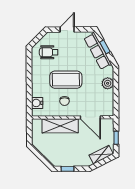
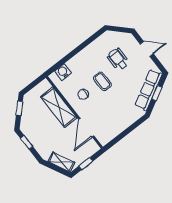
wheelchair: (49, 52) -> (118, 59), moved
coffee table: (66, 80) -> (102, 81), width x0.54, depth x0.58
plant: (108, 83) -> (127, 120), removed
window: (39, 155) -> (19, 108), added

